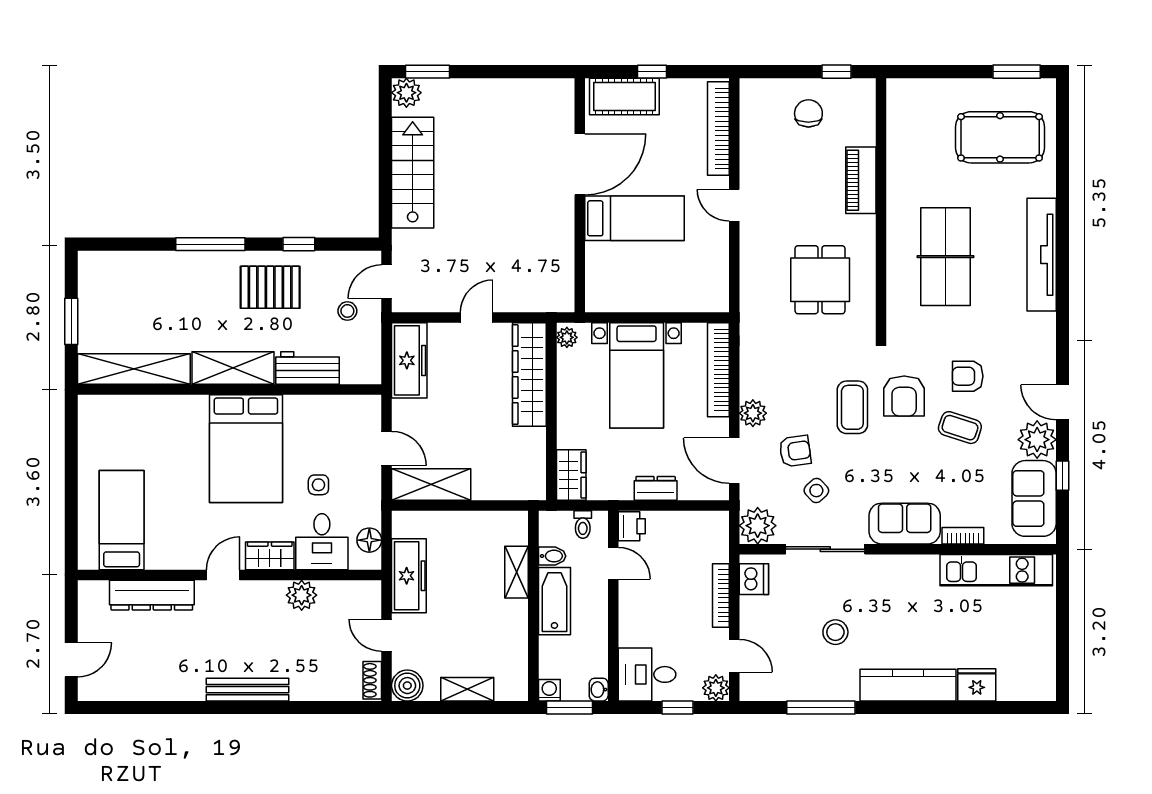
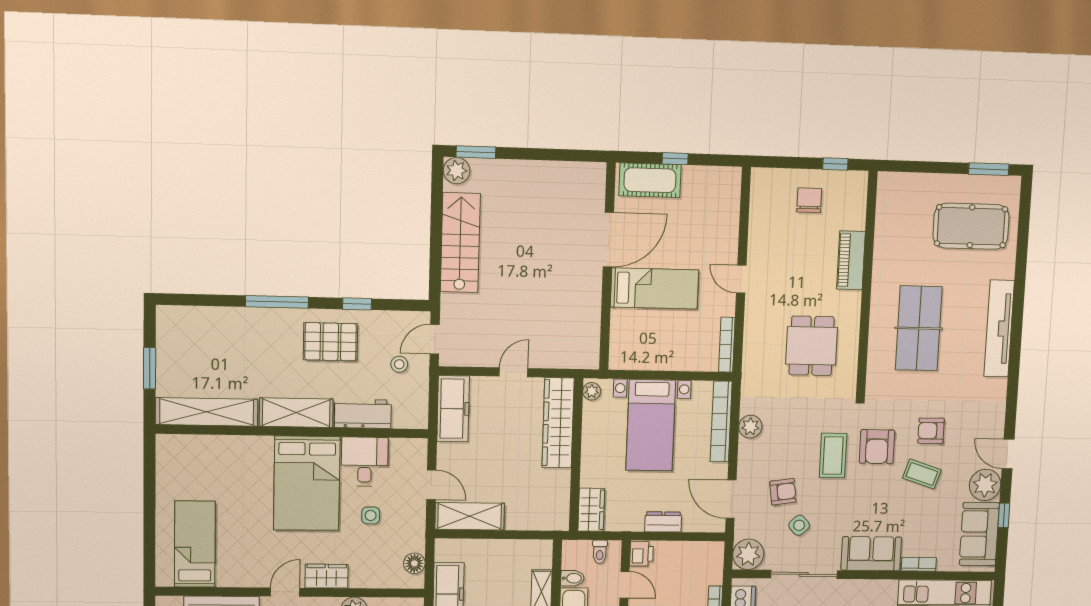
bookcase: (718, 129) -> (727, 345), moved, width x0.68, depth x0.76
plant: (753, 413) -> (750, 427), moved
desk: (322, 542) -> (365, 462), moved, turned 180

